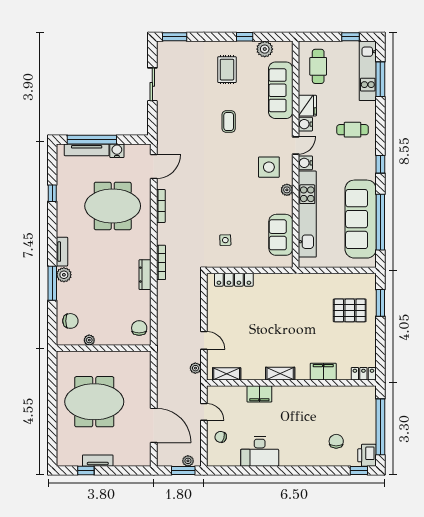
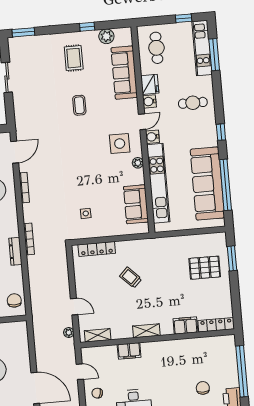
trolley: (268, 314) -> (131, 278), added
locker: (363, 374) -> (216, 325), width x1.53

